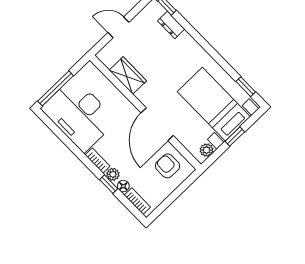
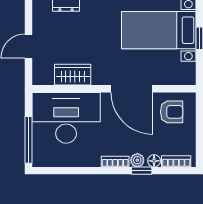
desk: (79, 115) -> (66, 118), moved, turned 180
plant: (207, 150) -> (189, 70), removed
armchair: (167, 166) -> (172, 112), turned 180

